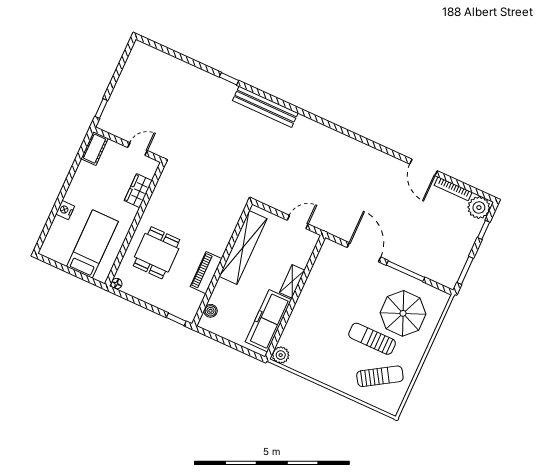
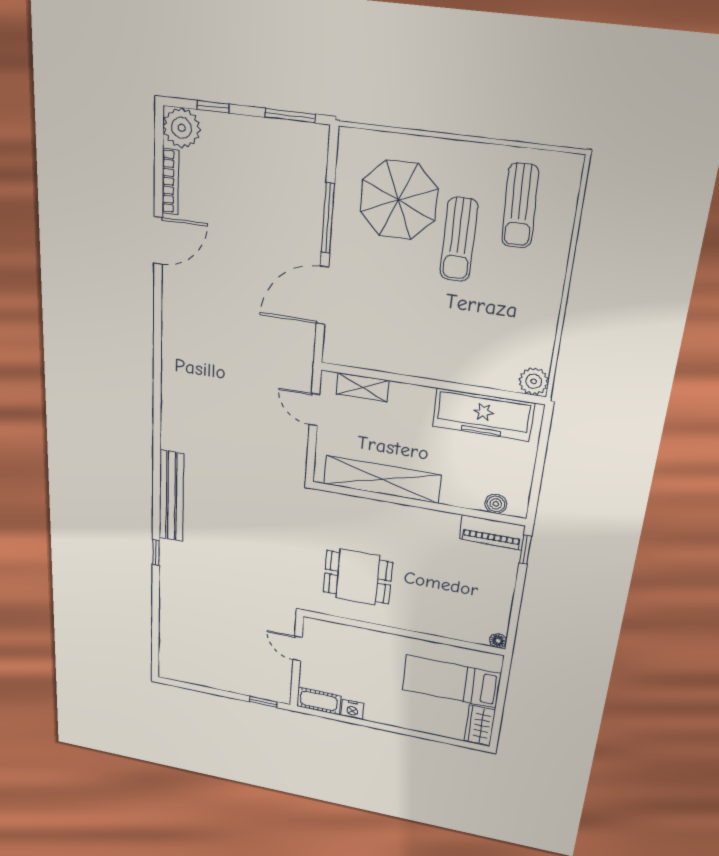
wardrobe: (138, 191) -> (480, 725), moved, turned 90
nightstand: (65, 210) -> (352, 709), moved
dining table: (157, 253) -> (358, 577), moved
piano: (206, 273) -> (492, 532), moved
shelving: (292, 281) -> (363, 387), moved
sun lounger: (380, 376) -> (520, 206), turned -150

